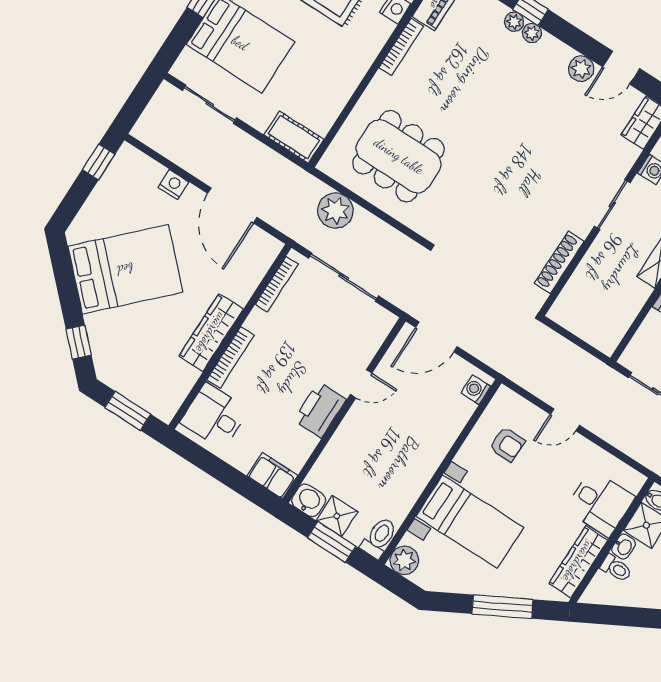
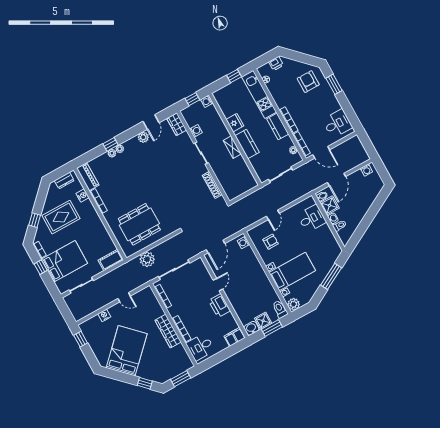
door: (232, 205) -> (124, 297), width x0.53
wardrobe: (578, 562) -> (329, 239), removed

